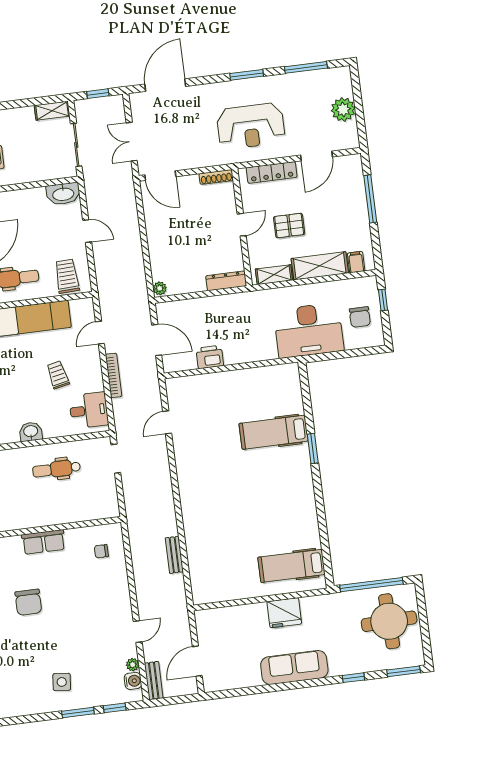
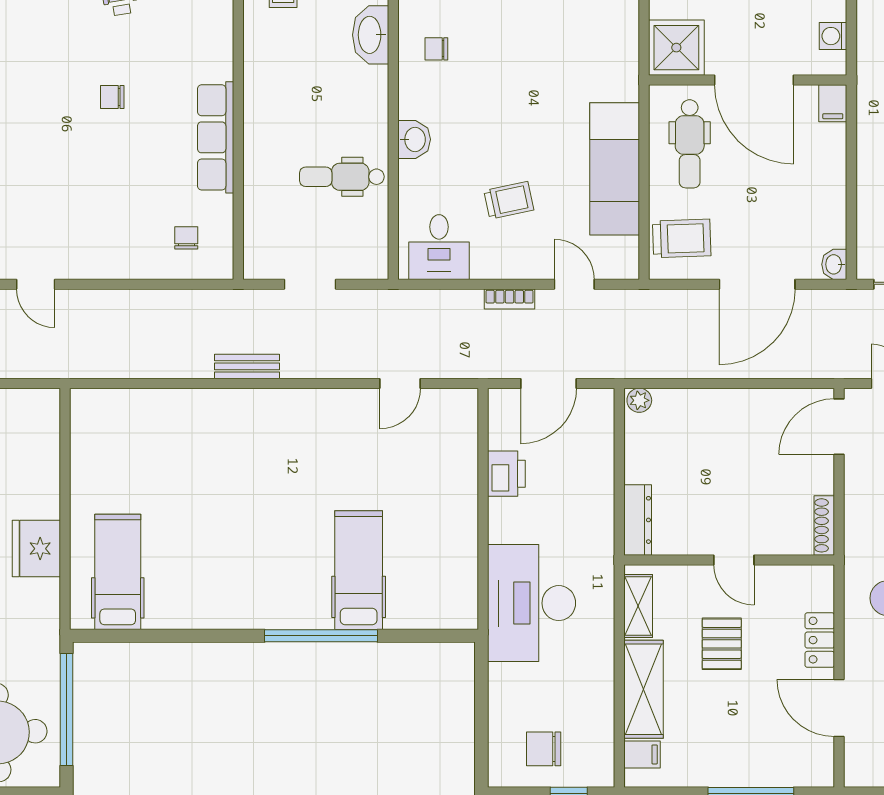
locker: (272, 172) -> (820, 640), width x0.66
washbasin: (63, 194) -> (834, 264), width x0.52, depth x0.69
door: (87, 231) -> (757, 284), width x1.88
desk: (309, 330) -> (532, 603), moved
bookcase: (114, 375) -> (510, 299), width x0.64
door: (167, 422) -> (400, 383), swing flipped
window: (313, 448) -> (321, 636), width x2.11
doorway: (116, 459) -> (310, 284), moved
dental chair: (56, 469) -> (342, 177), turned -90
row of seats: (43, 542) -> (216, 137), width x1.48
bench: (174, 555) -> (247, 366), moved
chair: (28, 602) -> (112, 97), width x0.54, depth x0.54

